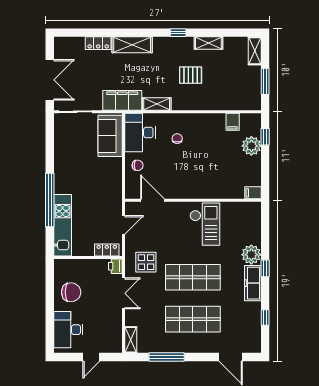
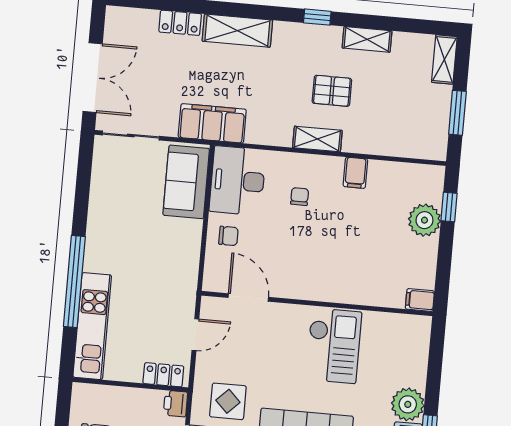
shelving: (157, 104) -> (317, 139), moved
filing cabinet: (233, 122) -> (355, 173), moved

